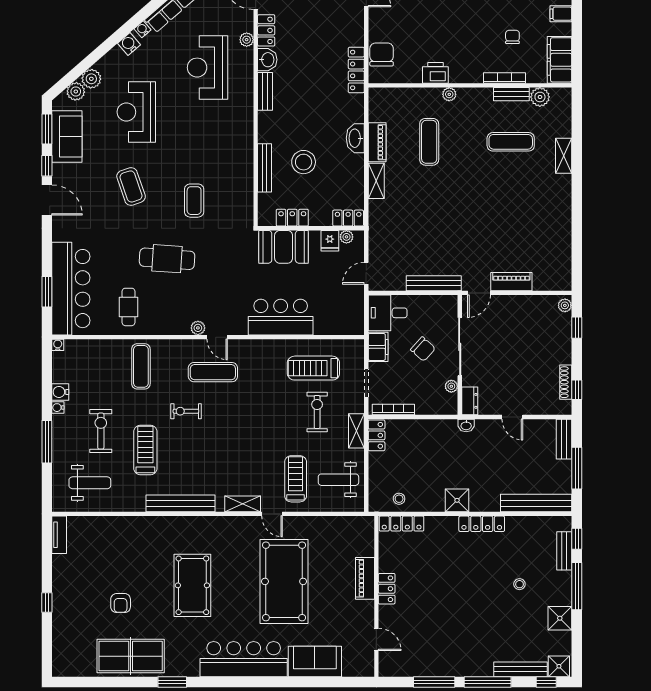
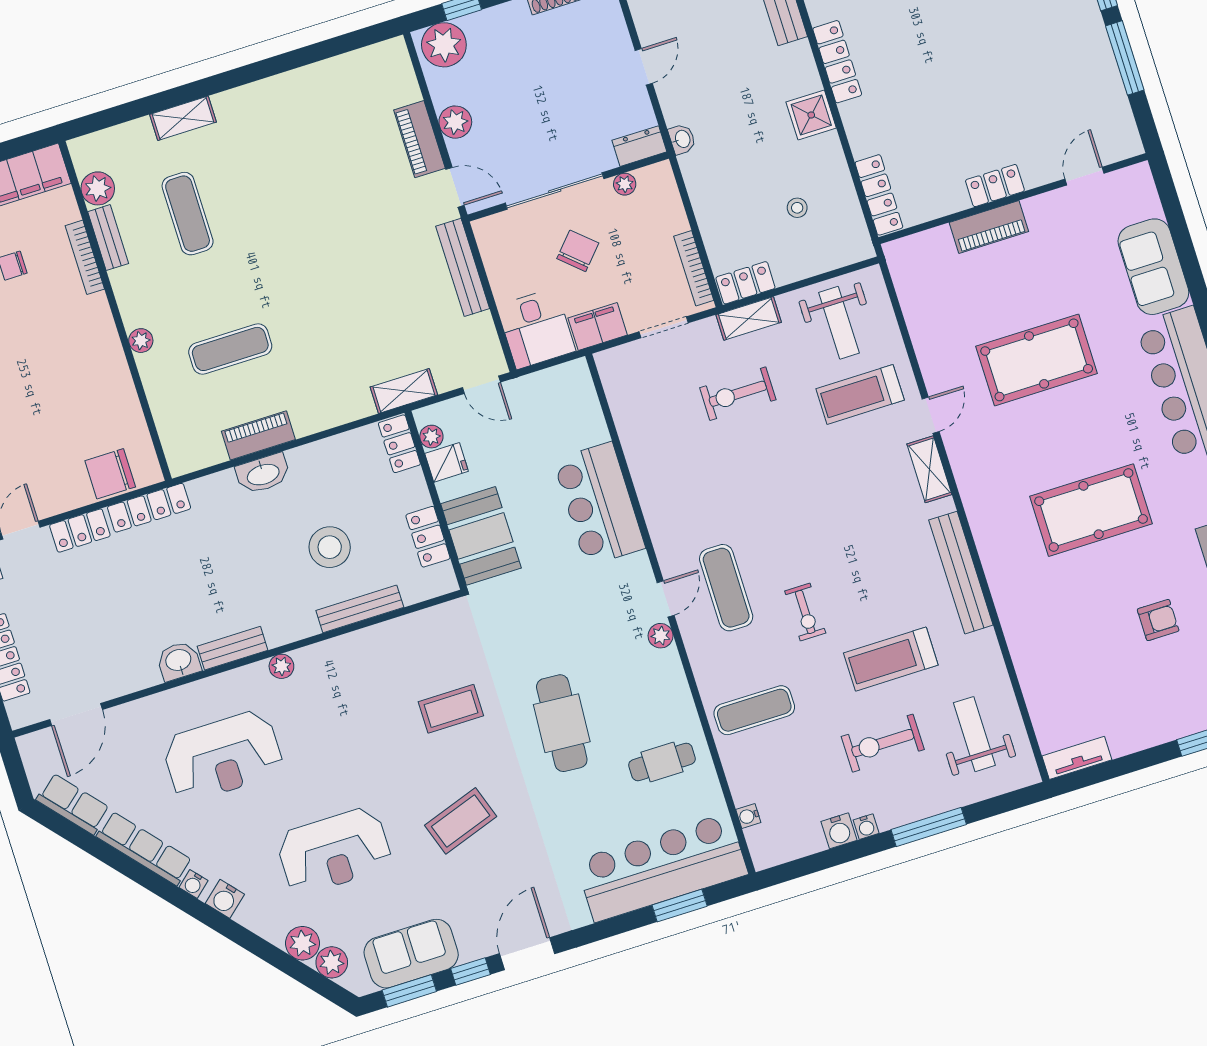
locker: (266, 30) -> (80, 531), moved, turned 180
plant: (247, 40) -> (281, 666), moved
printer: (435, 73) -> (112, 375), removed
shelving: (376, 181) -> (404, 391), moved
plant: (515, 304) -> (455, 122), added
plant: (565, 305) -> (444, 45), width x1.88, depth x1.88
water cooler: (58, 345) -> (748, 816), moved
treadmill: (313, 368) -> (667, 423), removed
stool: (399, 499) -> (797, 208), moved
pool table: (284, 581) -> (1037, 360), width x0.73, depth x0.76

